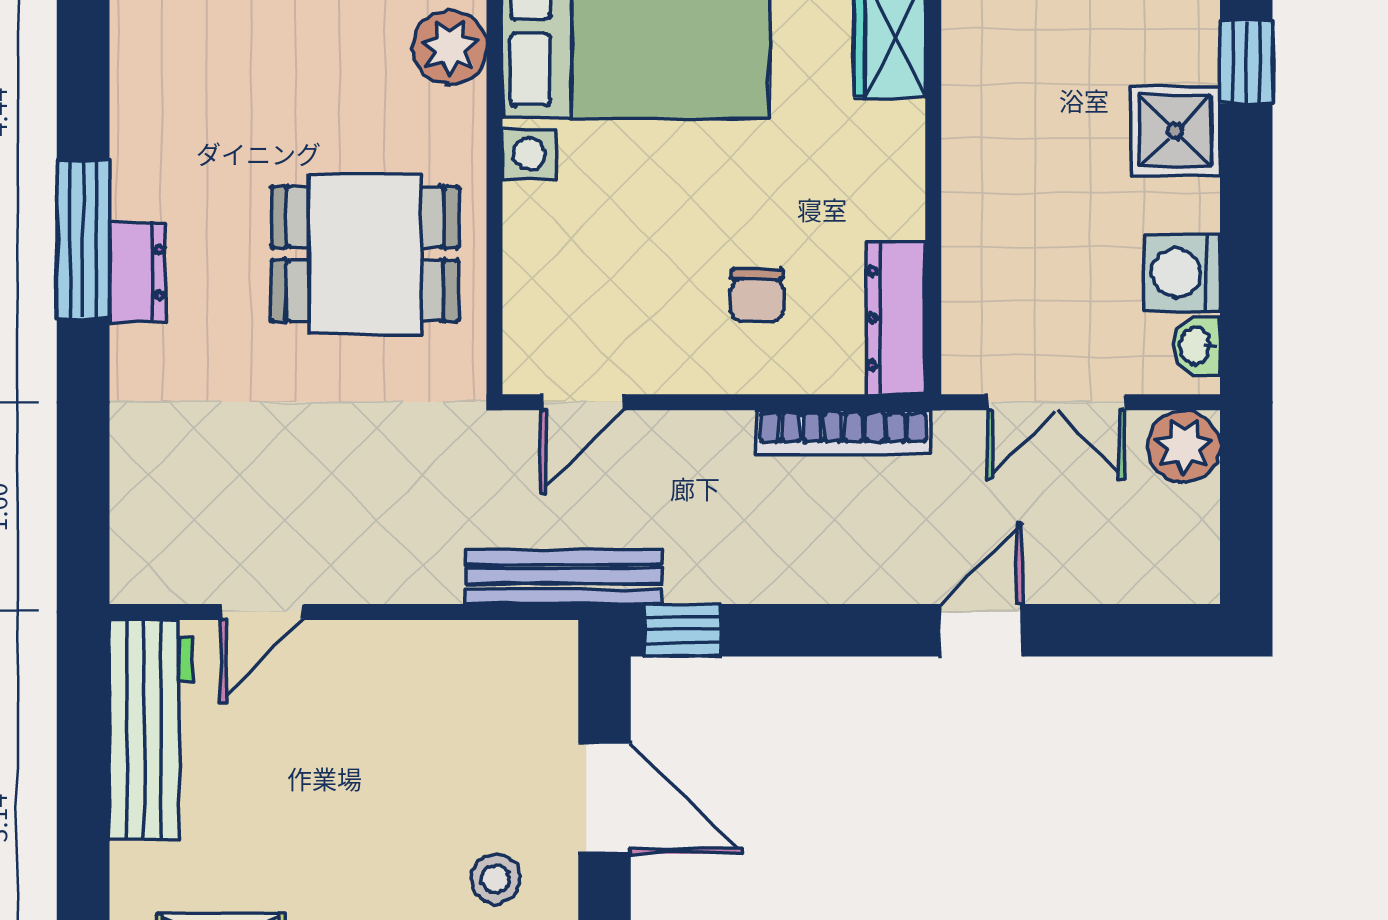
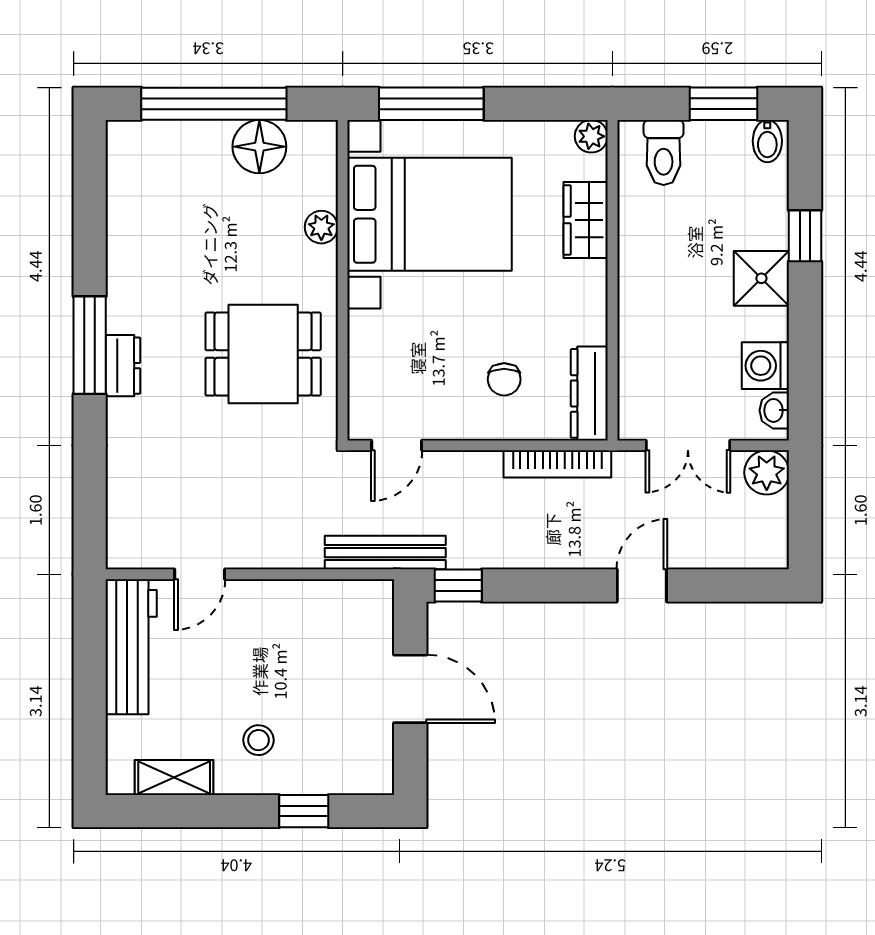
plant: (450, 48) -> (321, 227), width x0.73, depth x0.73
stool: (495, 879) -> (259, 740), moved

